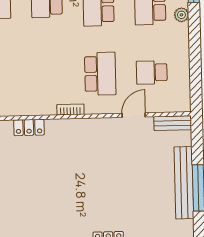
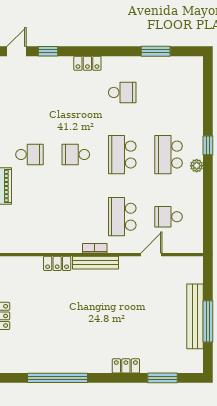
school desk: (100, 74) -> (122, 217), turned 180
bench: (173, 123) -> (95, 263), moved, width x1.36

